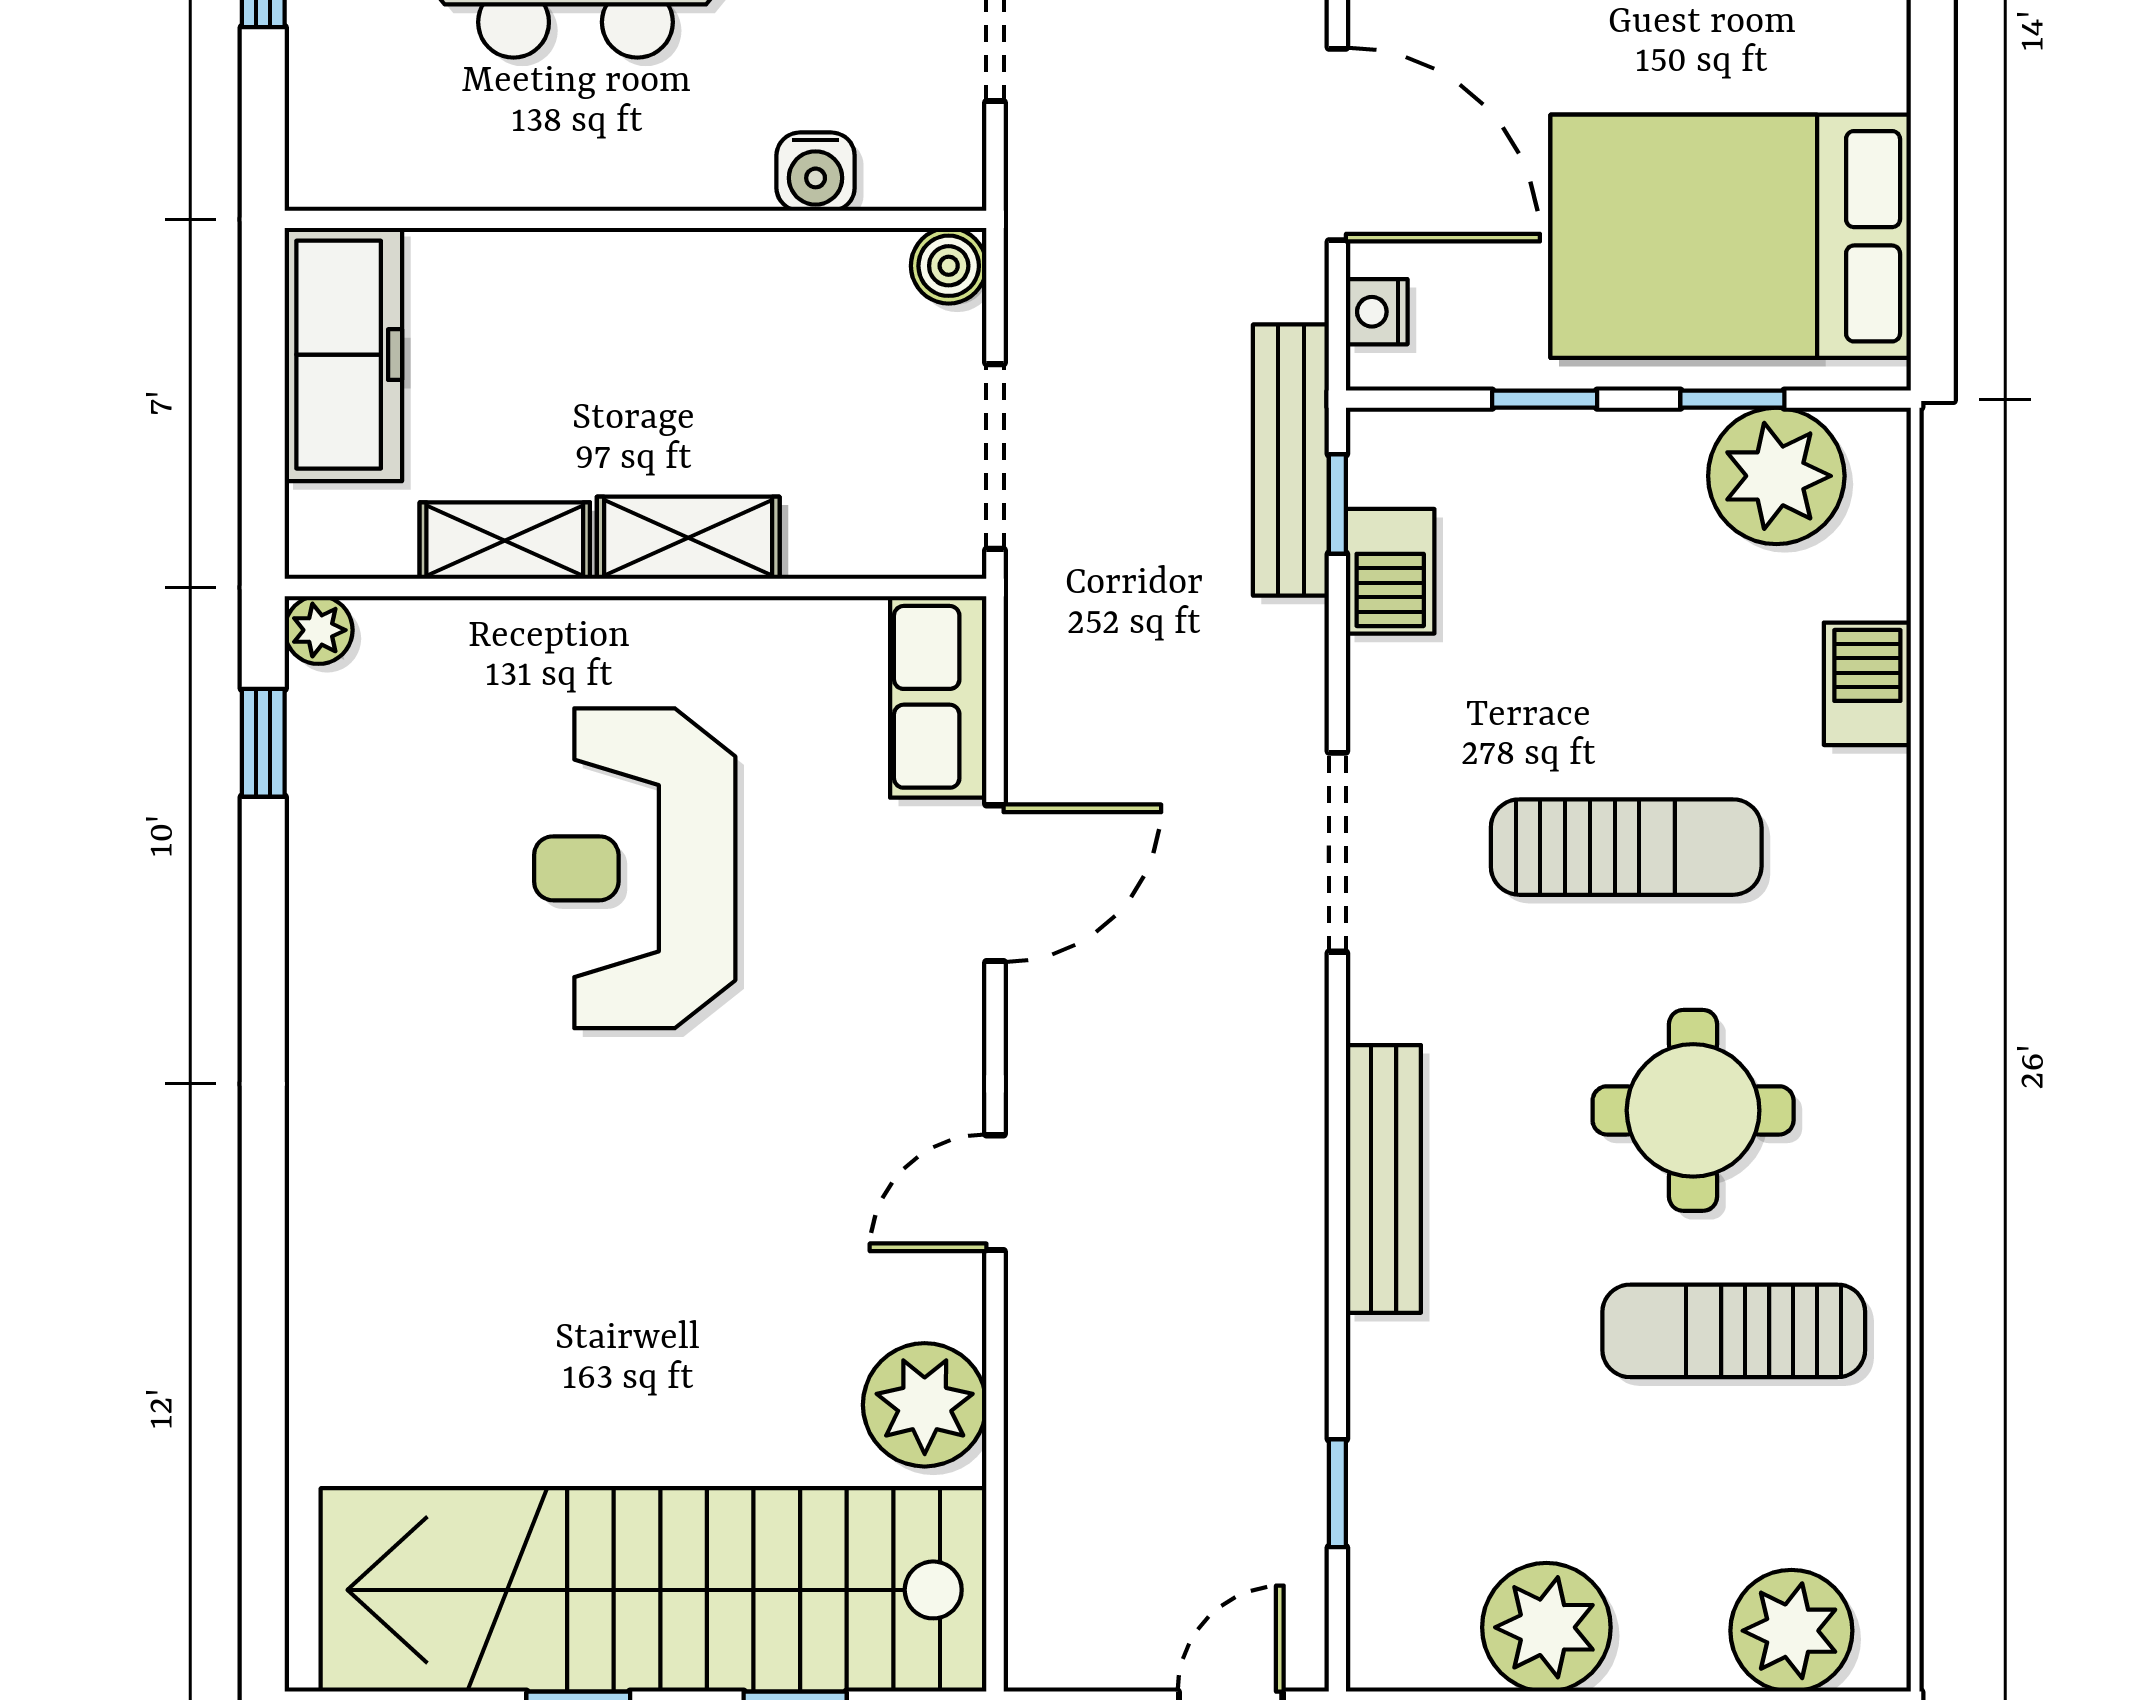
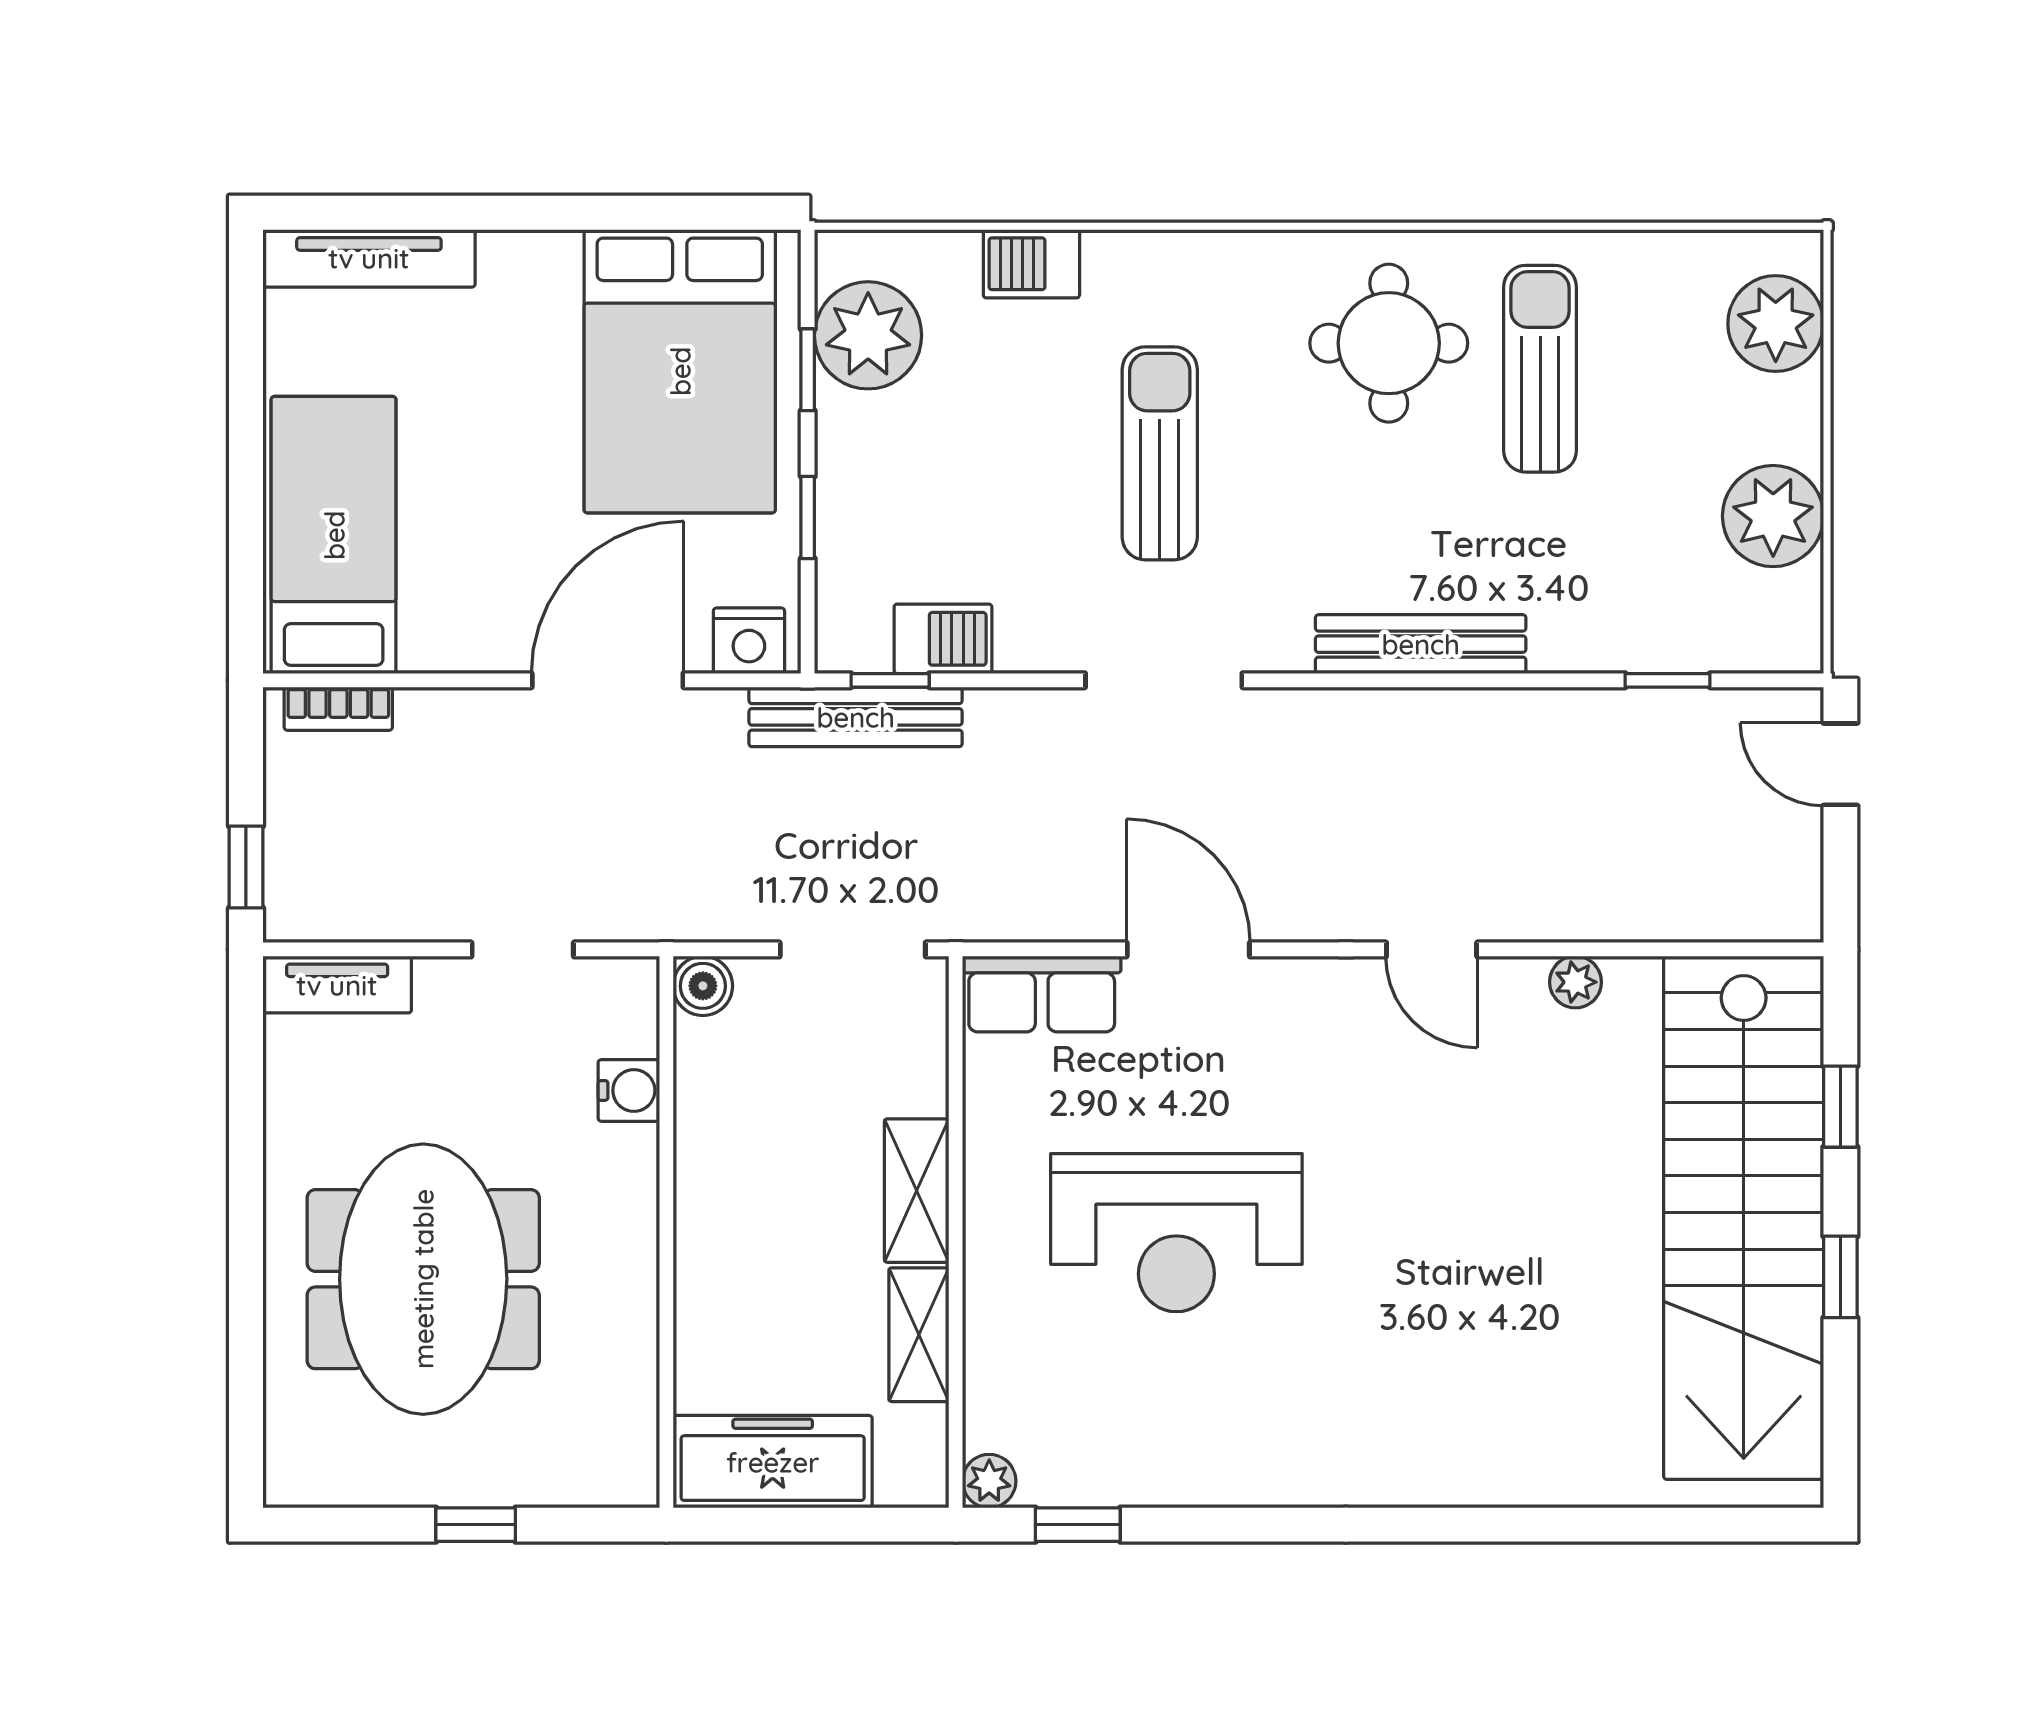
nightstand: (1377, 312) -> (749, 641), width x1.39, depth x1.35
round table: (1693, 1110) -> (1389, 343), moved
sun lounger: (1734, 1331) -> (1540, 369), turned 180
plant: (925, 1405) -> (1575, 982), width x0.53, depth x0.53

